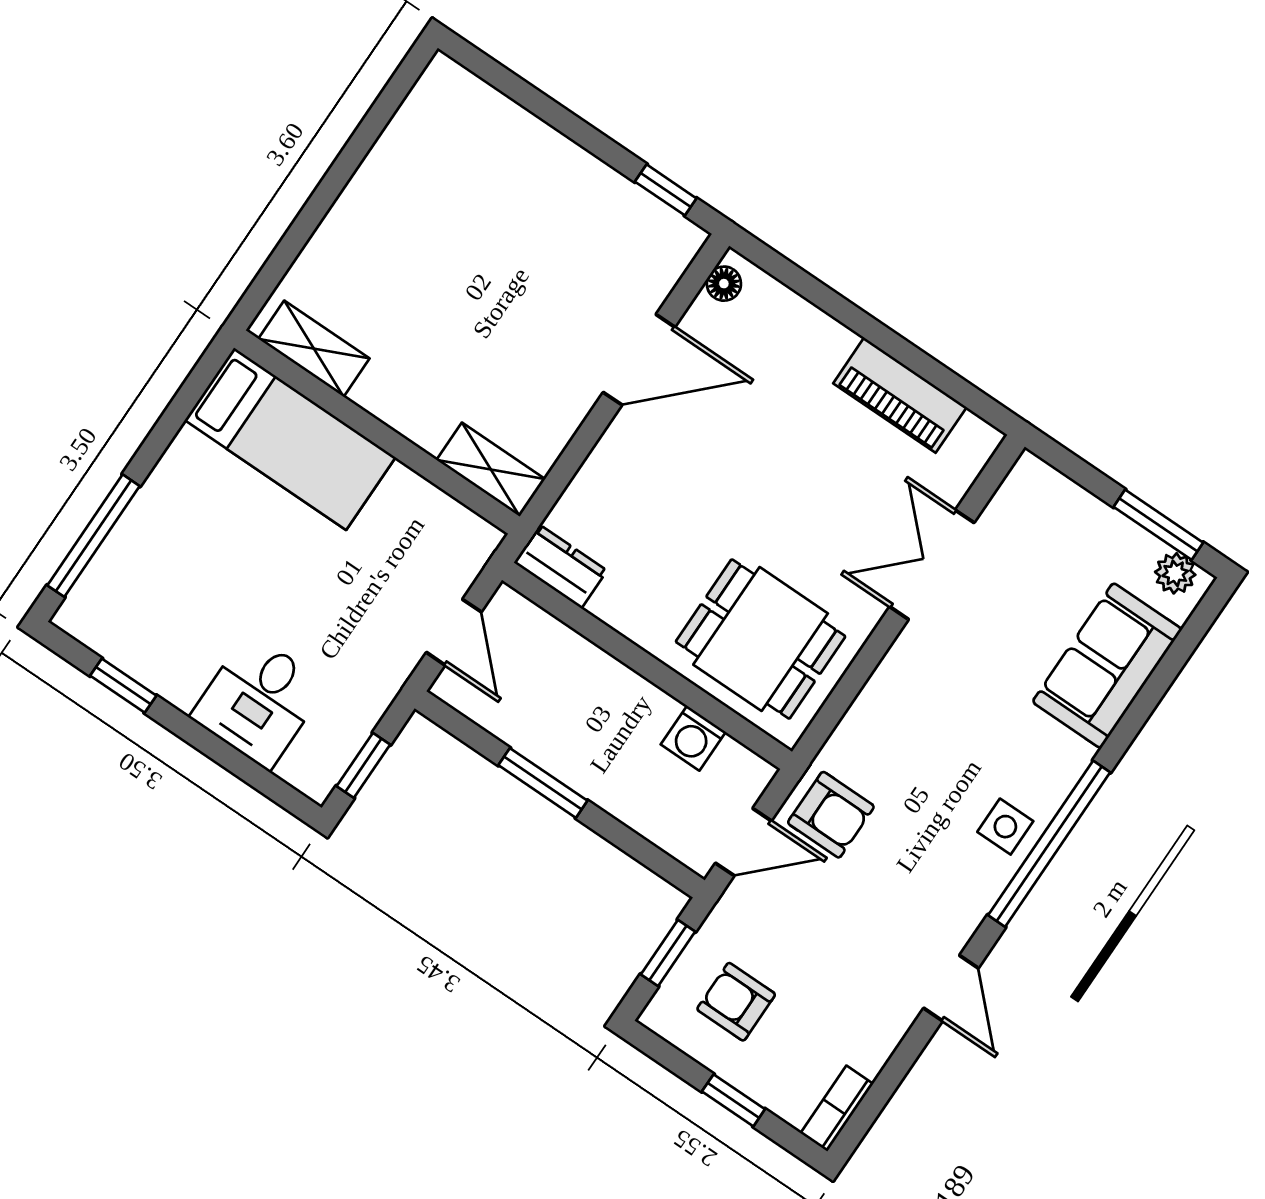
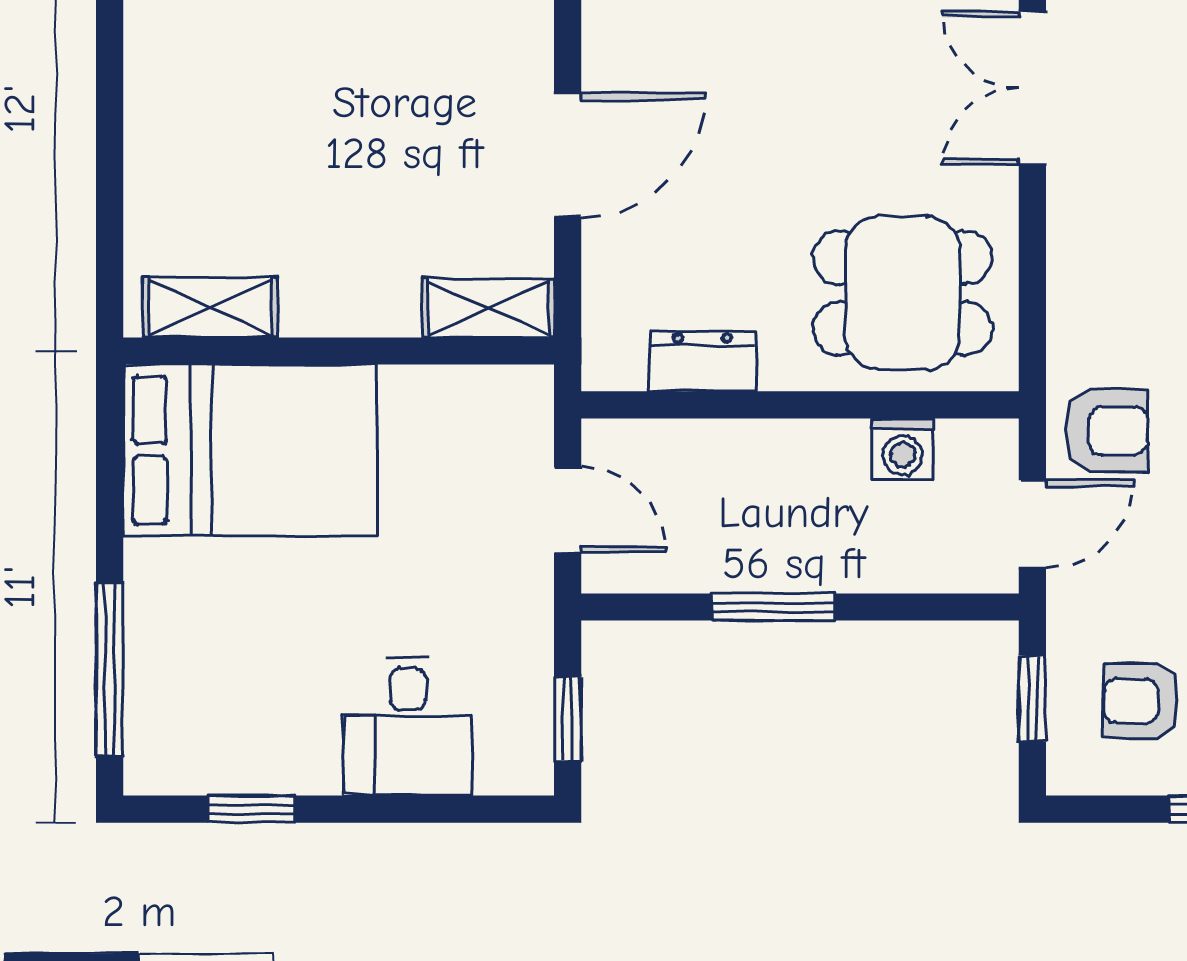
door: (639, 360) -> (568, 155), moved
bed: (290, 439) -> (250, 450), width x1.50
dresser: (560, 567) -> (702, 361), moved

